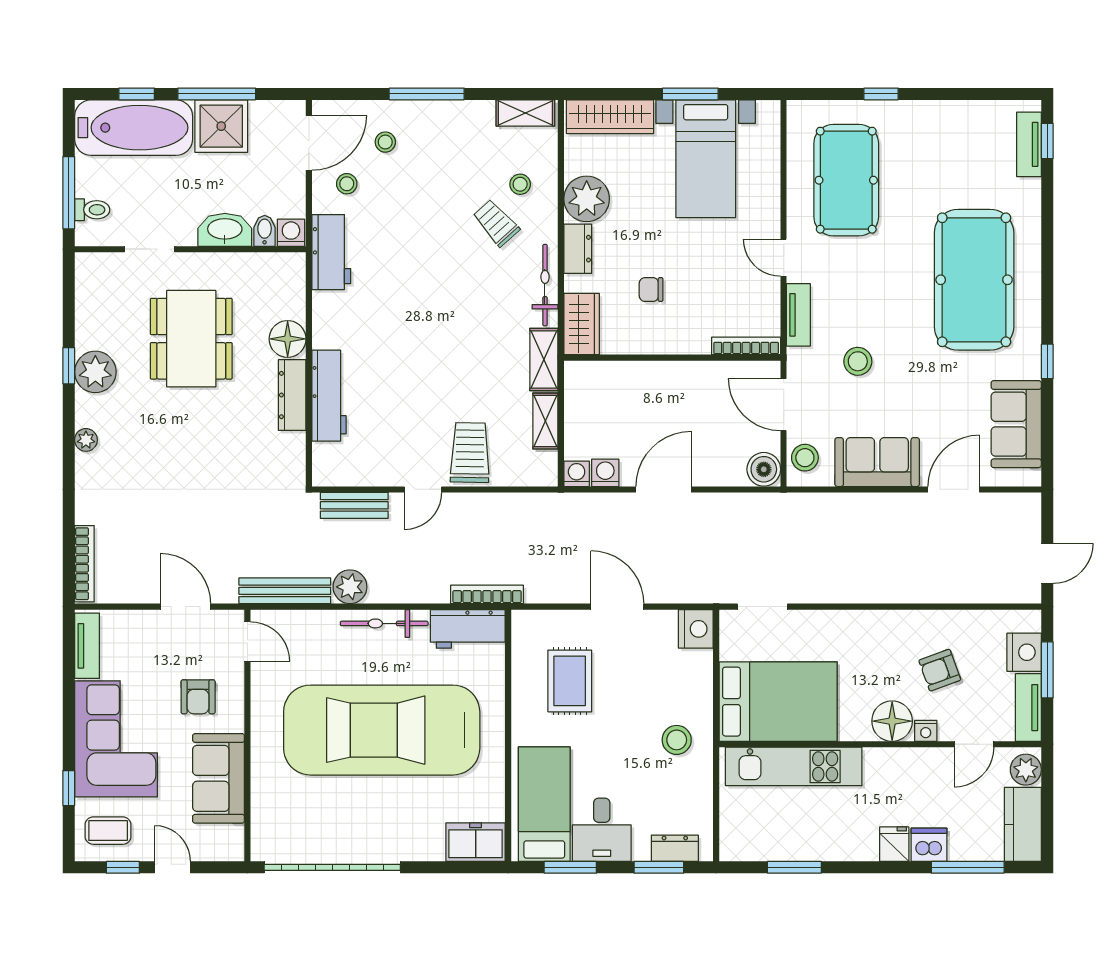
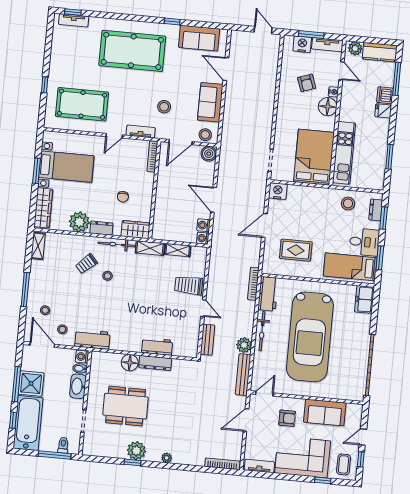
stool: (520, 184) -> (107, 276), moved
workbench: (329, 396) -> (157, 346), width x0.73
stool: (677, 740) -> (348, 203), moved

